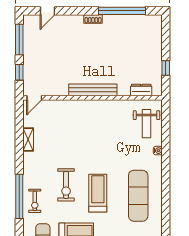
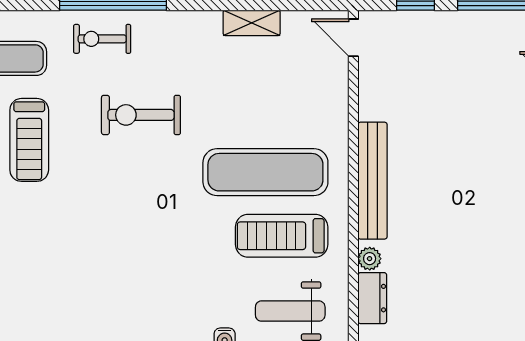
plant: (125, 91) -> (370, 259), added
treadmill: (98, 193) -> (282, 236), moved, turned 180
exercise mat: (138, 196) -> (265, 172), moved

